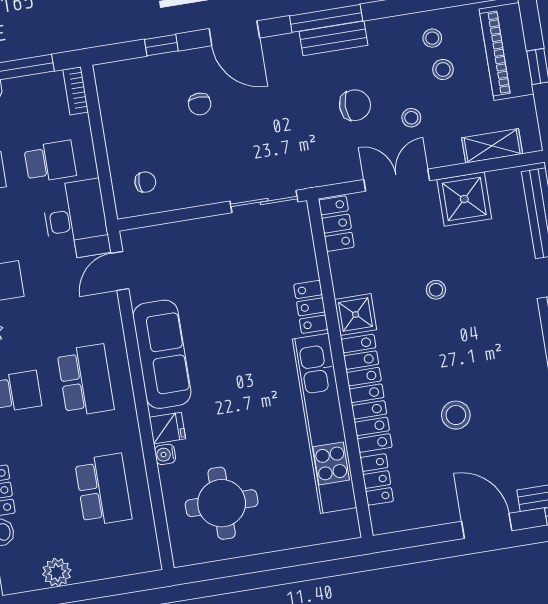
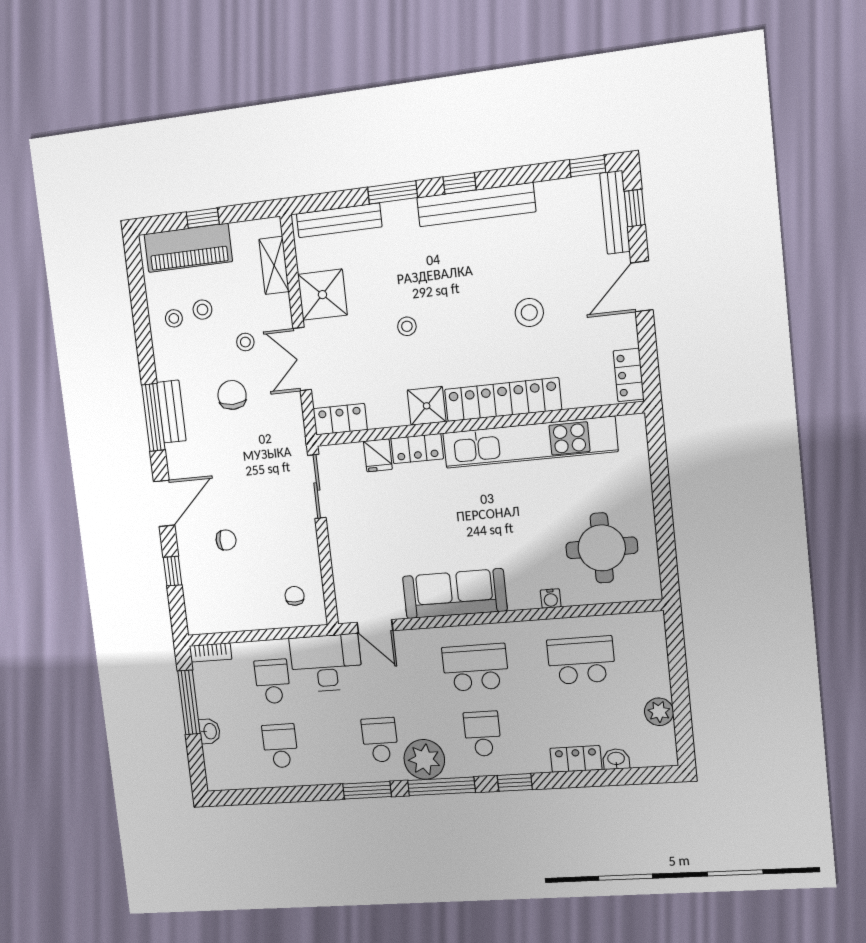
fridge: (167, 428) -> (378, 455), moved, turned 180
locker: (377, 479) -> (629, 375), moved, turned -90

